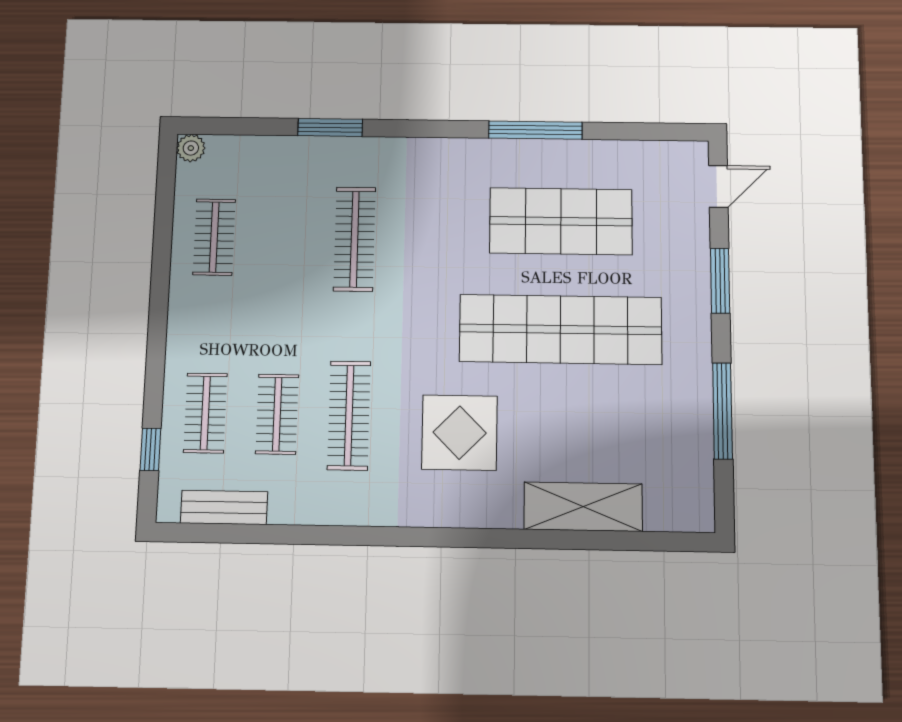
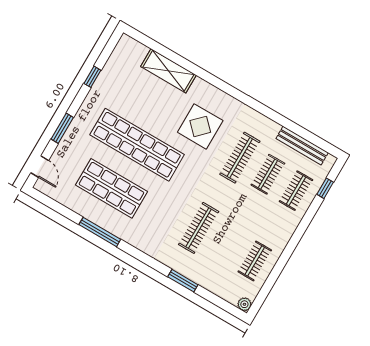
door: (718, 186) -> (40, 167), swing flipped
window: (722, 411) -> (92, 77), width x0.46
bench: (224, 507) -> (302, 146), width x1.36

